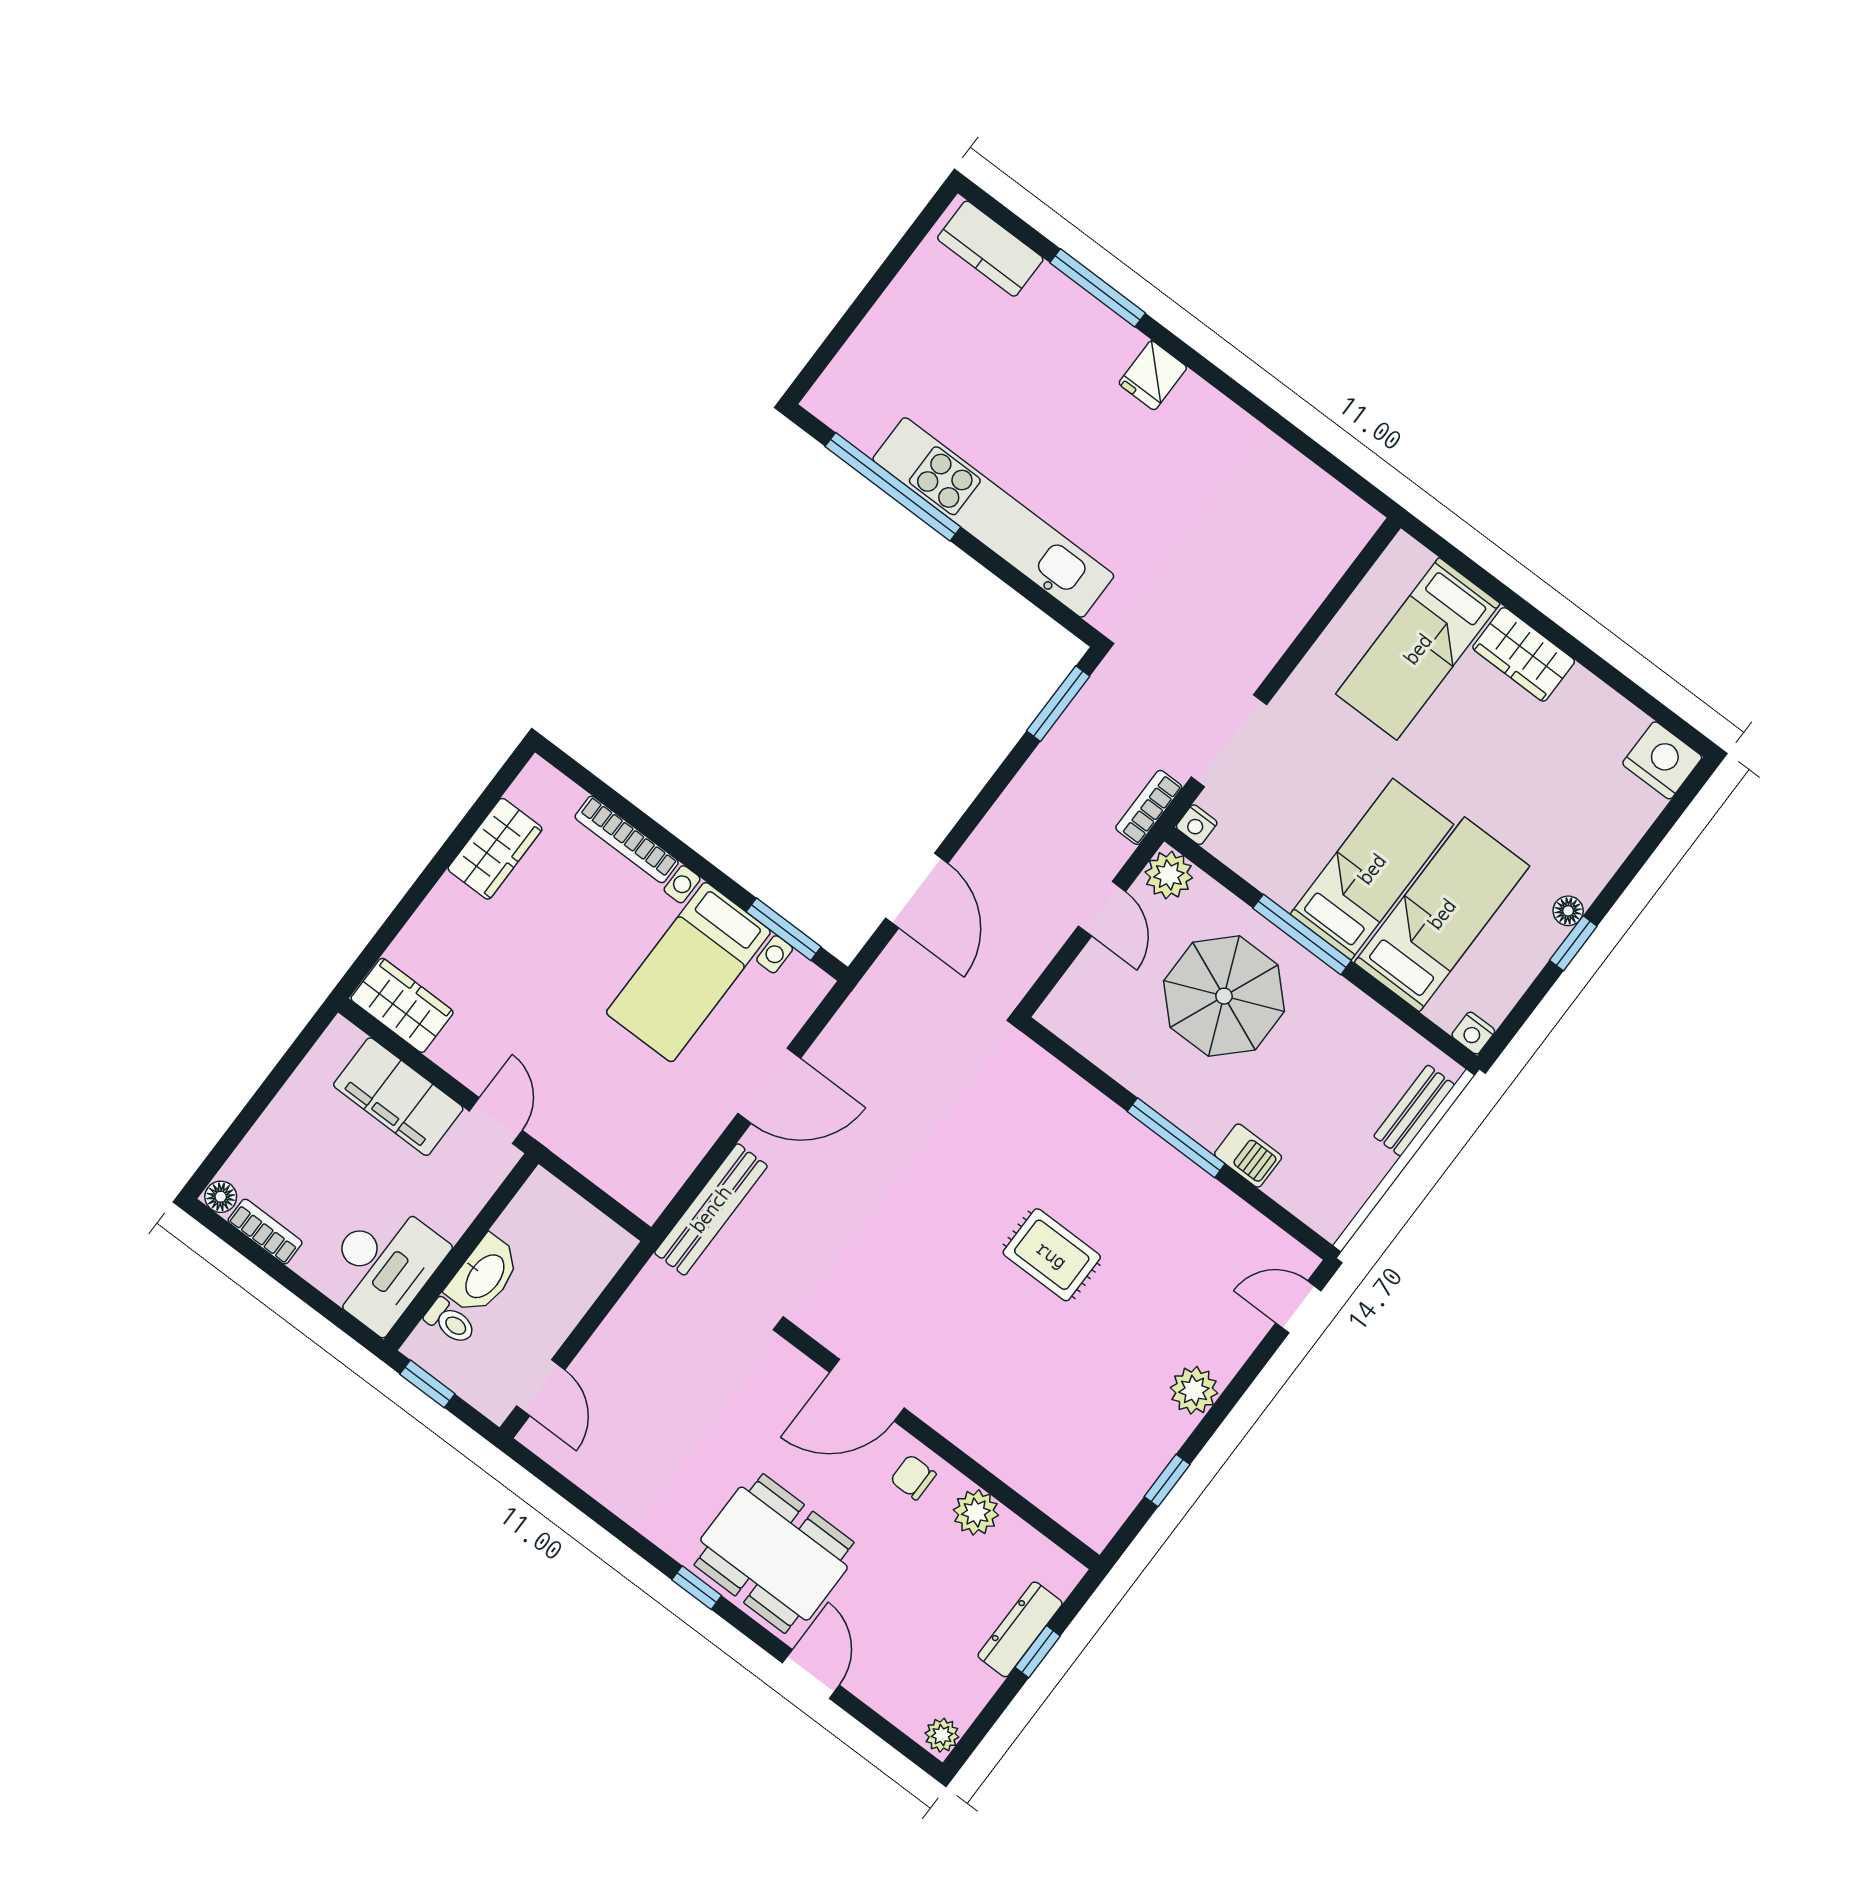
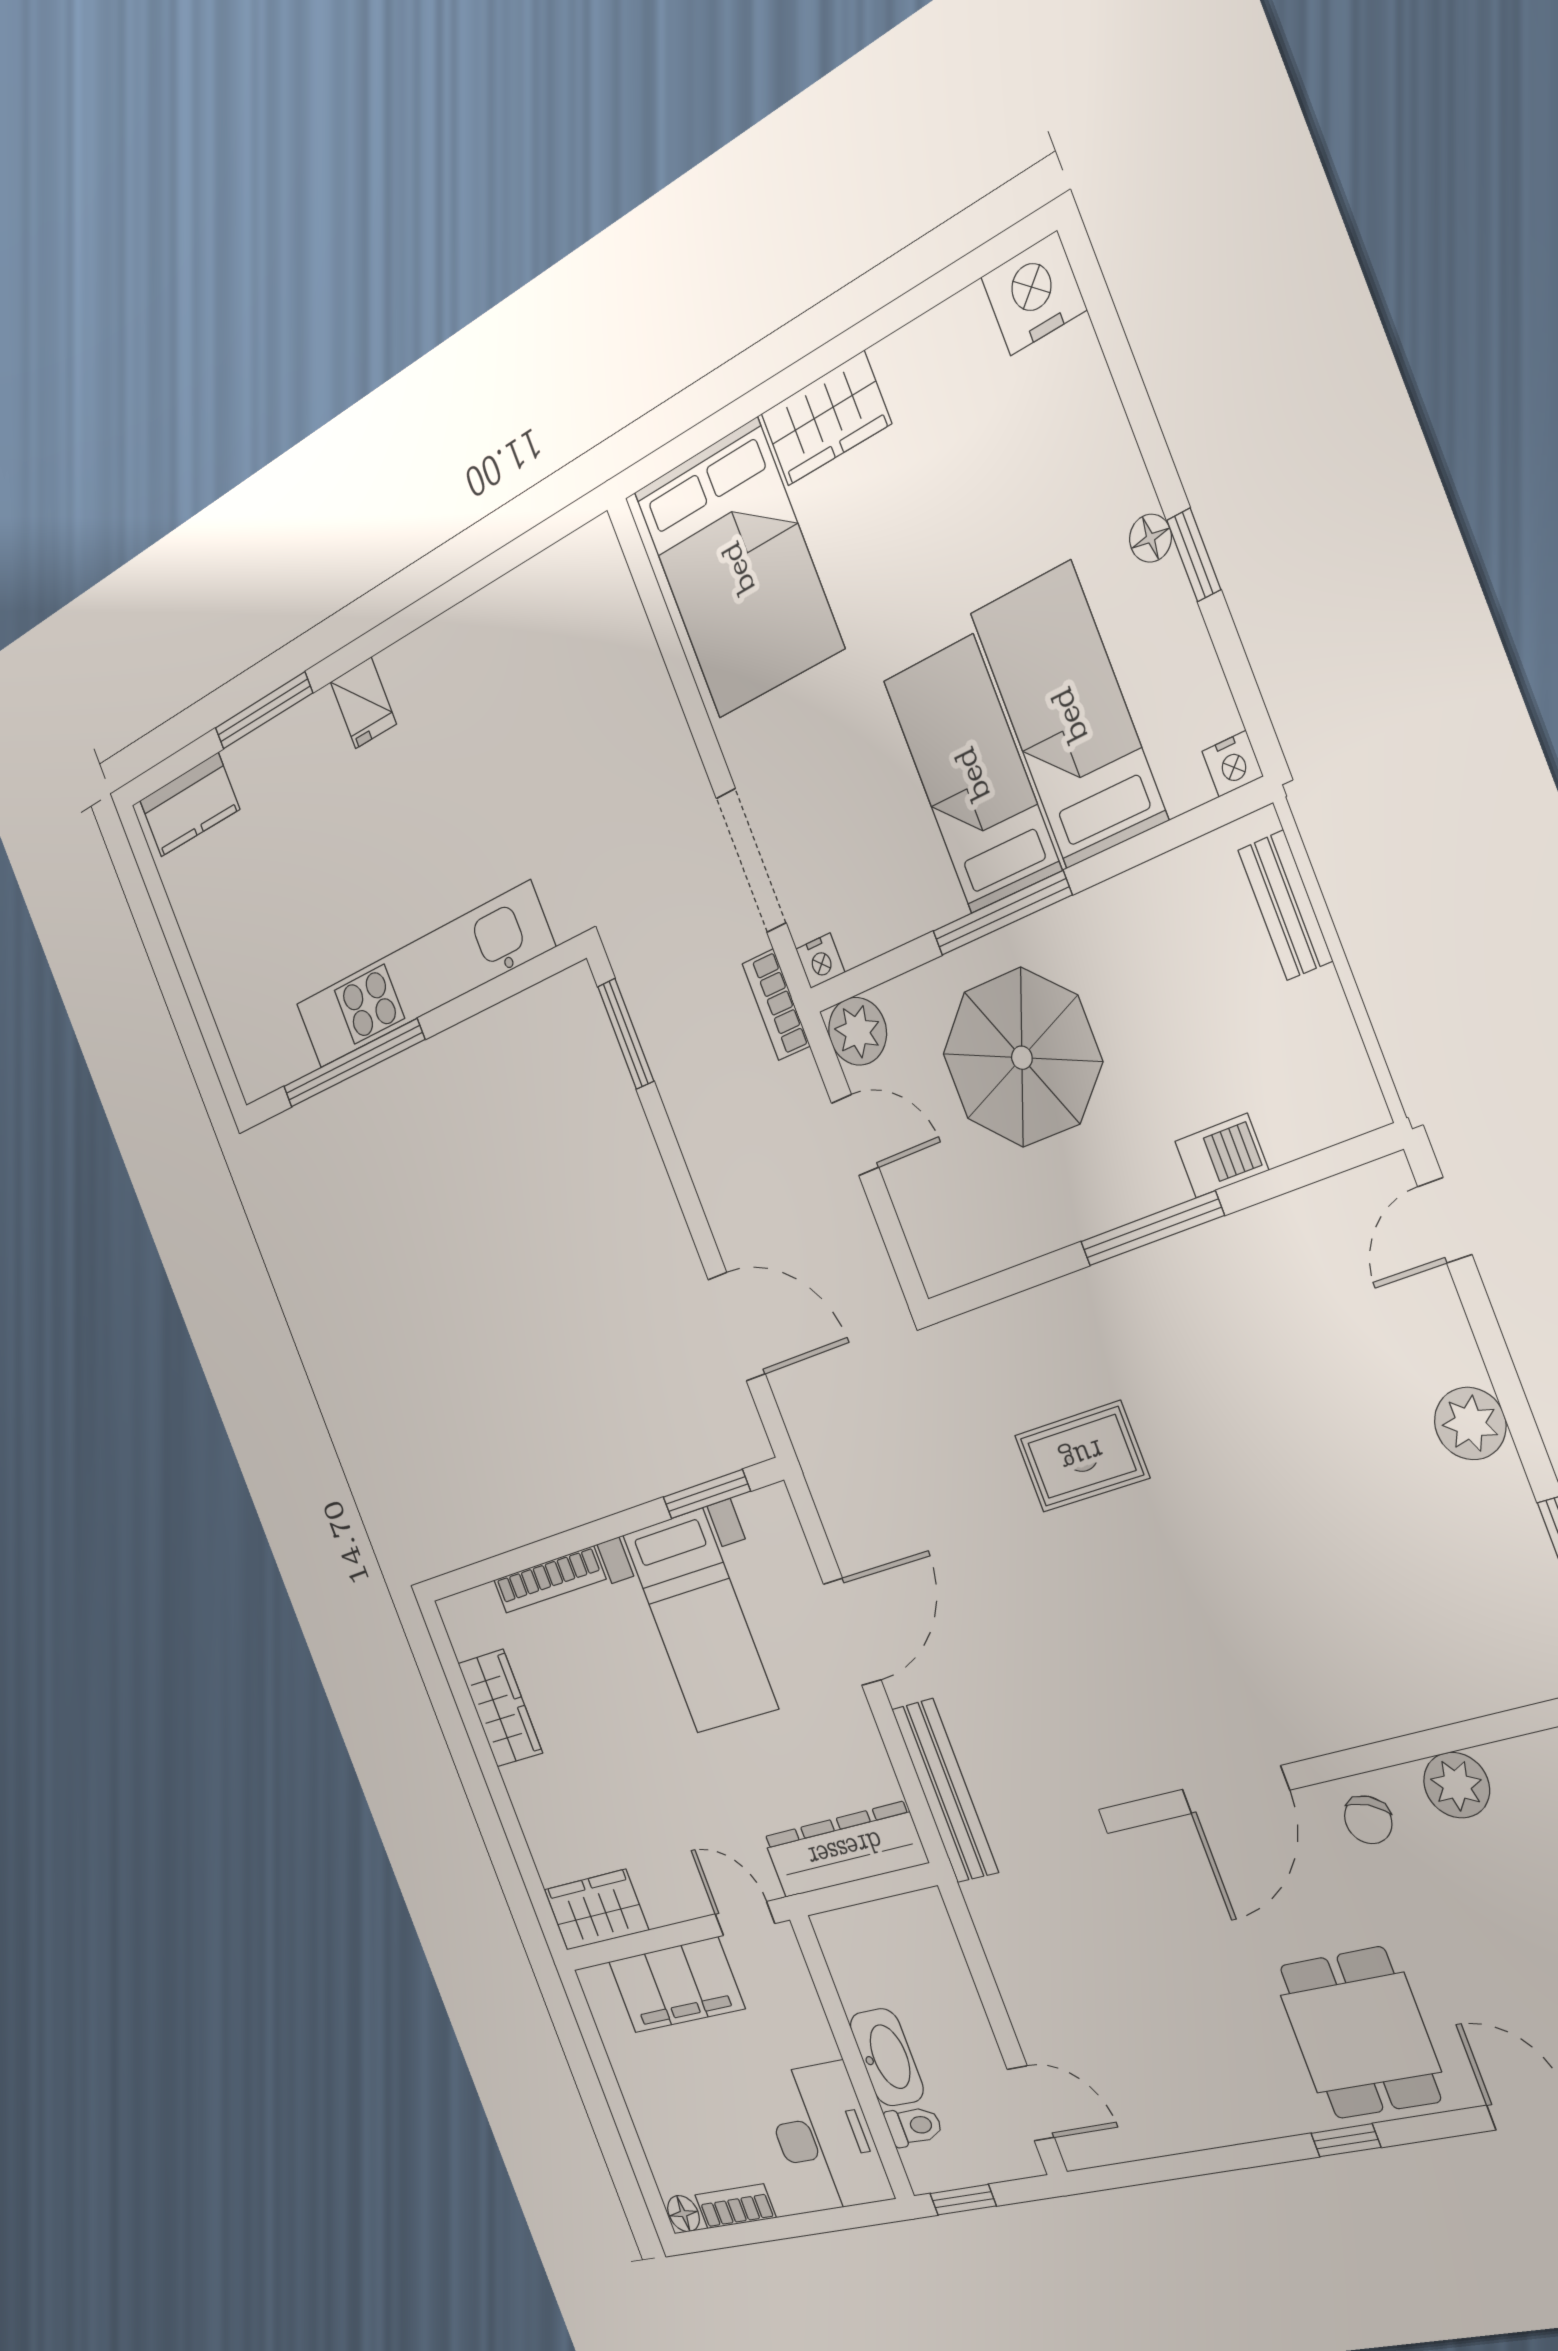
bed: (1418, 649) -> (738, 569), width x1.50
dresser: (610, 1164) -> (845, 1850), added
rug: (1052, 1255) -> (1082, 1457), moved
chair: (913, 1477) -> (1368, 1820), turned -67
dining table: (774, 1554) -> (1360, 2033), width x0.73

